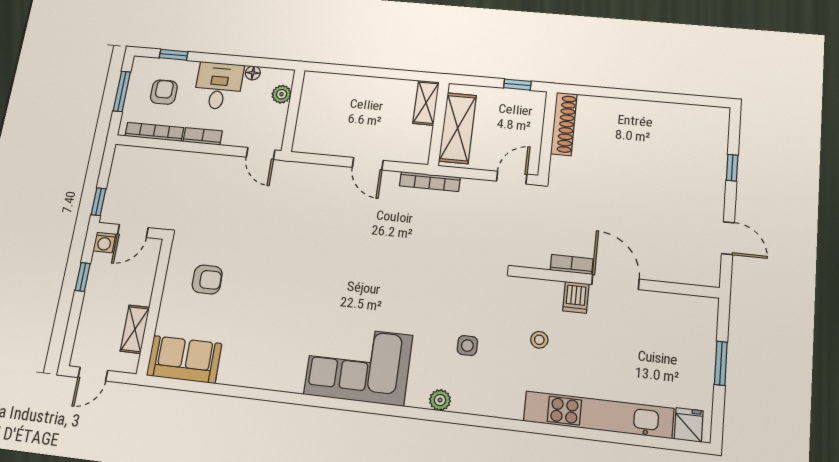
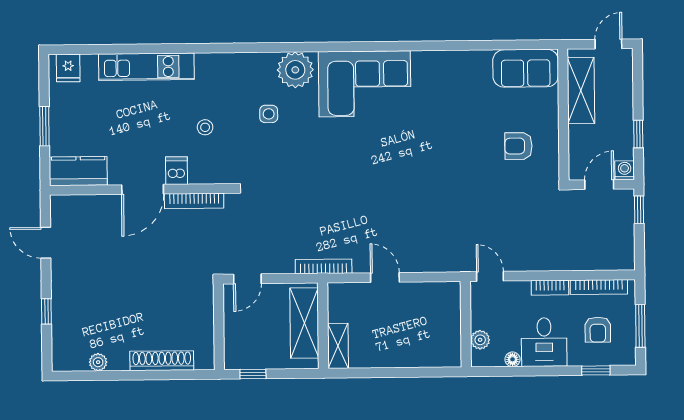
plant: (680, 112) -> (98, 362), added
shoe rack: (564, 124) -> (162, 361), moved, turned 90
bookcase: (572, 264) -> (194, 201), width x1.56
door: (615, 282) -> (143, 189), hinge flipped
kitchen counter: (686, 310) -> (78, 171), added
shelving: (135, 329) -> (581, 91), width x1.50, depth x1.33
plant: (440, 400) -> (295, 70), width x1.88, depth x1.88
kitchen unit: (598, 415) -> (146, 67), width x0.73

